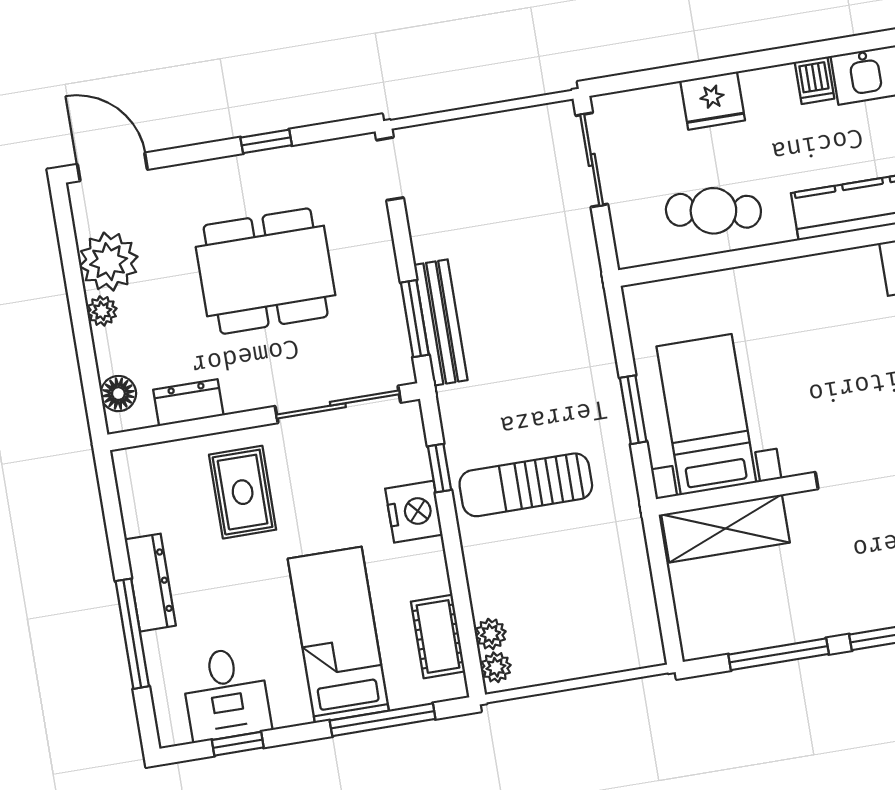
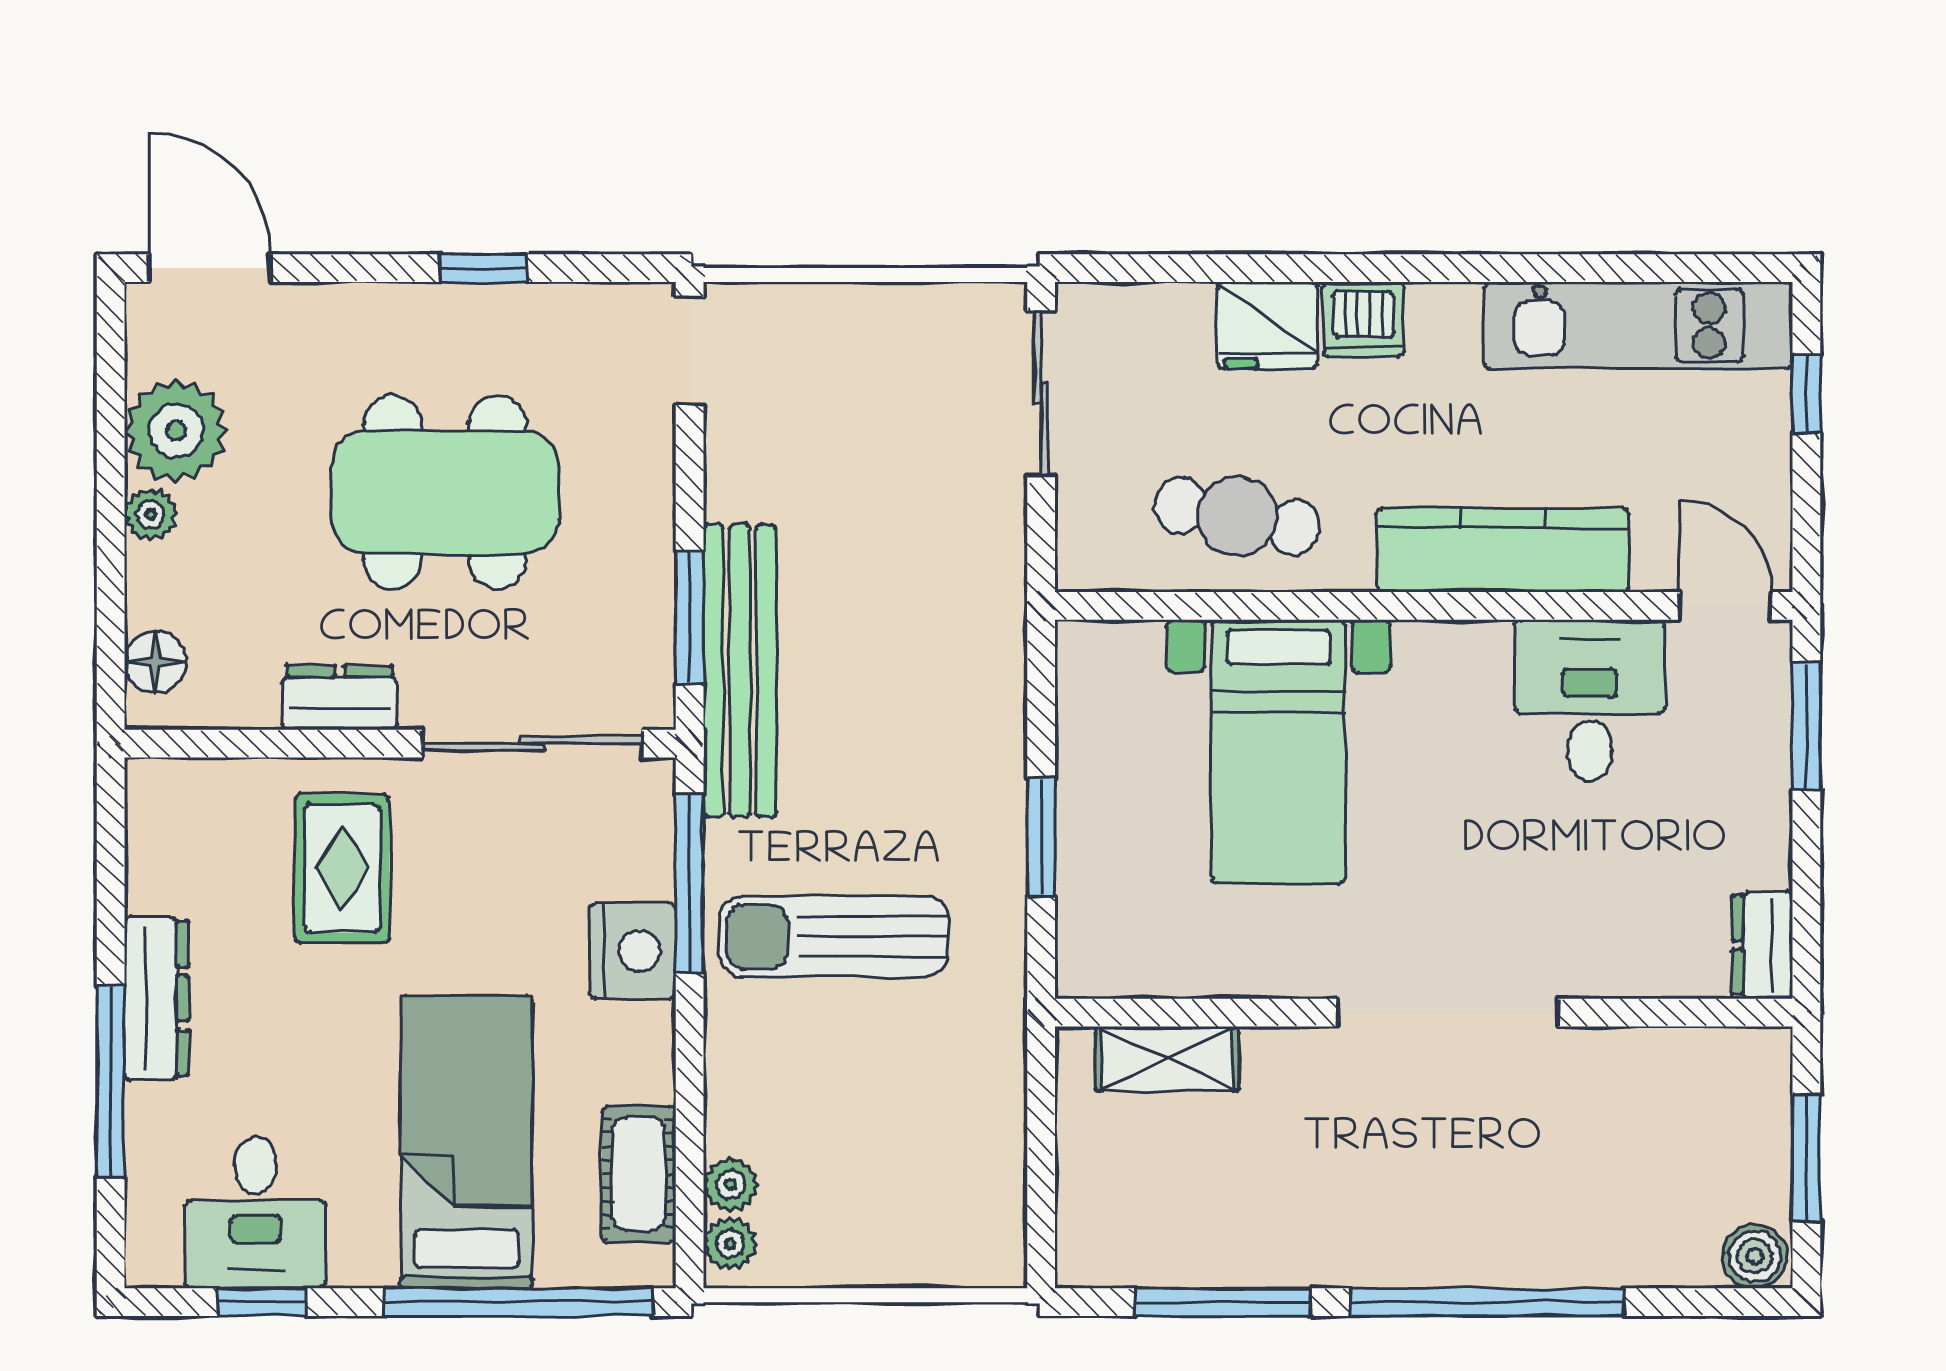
dishwasher: (814, 80) -> (1364, 319), moved, width x1.38
bench: (441, 322) -> (740, 671), width x1.37, depth x1.21
dresser: (188, 403) -> (340, 698), moved
bed with nightstands: (706, 414) -> (1279, 752), moved, turned 180
window: (440, 468) -> (690, 883), width x2.17
shelving: (726, 528) -> (1167, 1059), width x0.67, depth x0.75
window: (383, 720) -> (519, 1302), width x1.46

